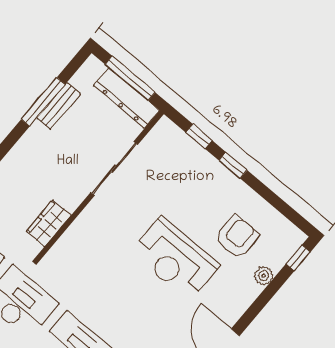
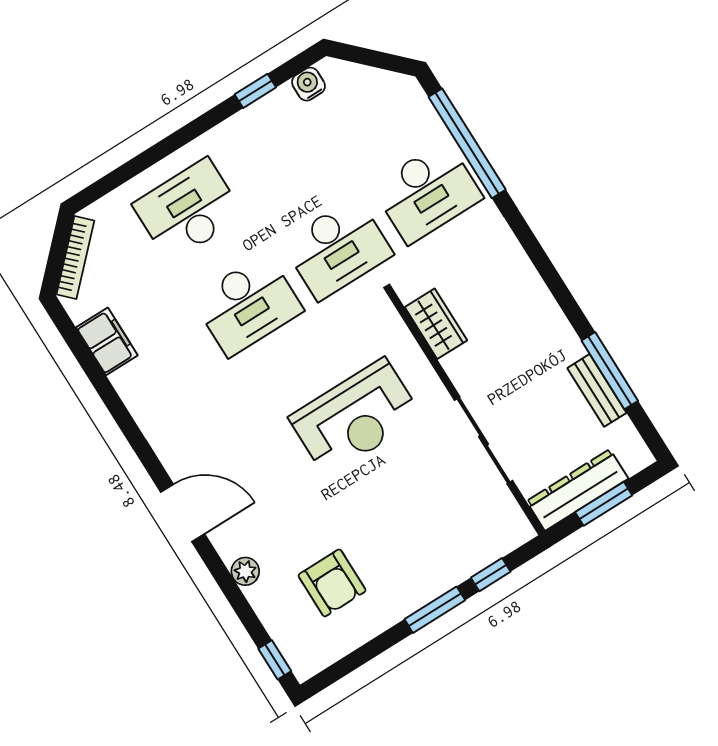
window: (130, 78) -> (604, 504), width x0.69
window: (233, 165) -> (435, 610), width x1.50
reception desk: (175, 259) -> (355, 417), moved, turned 180
plant: (264, 276) -> (245, 571), moved

